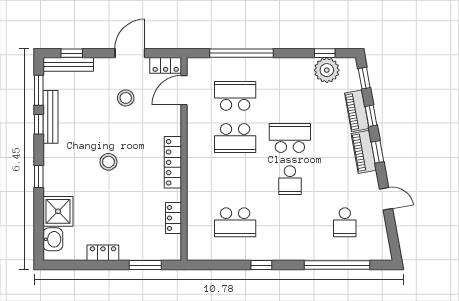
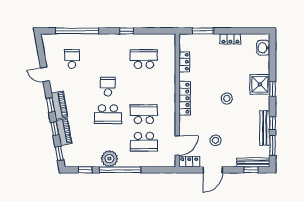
window: (241, 53) -> (120, 170), moved
plant: (327, 70) -> (109, 159), moved
shower: (58, 211) -> (260, 84), moved

